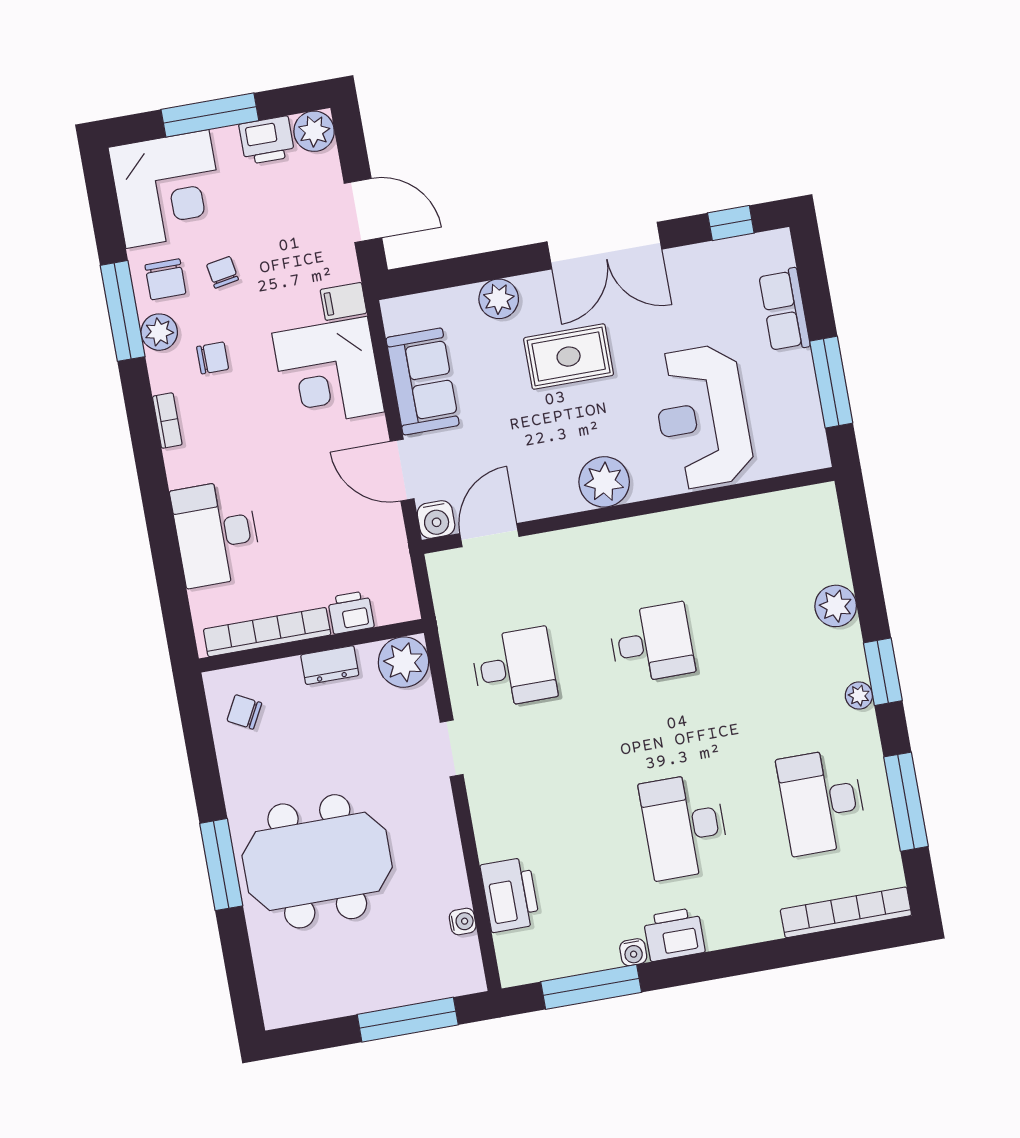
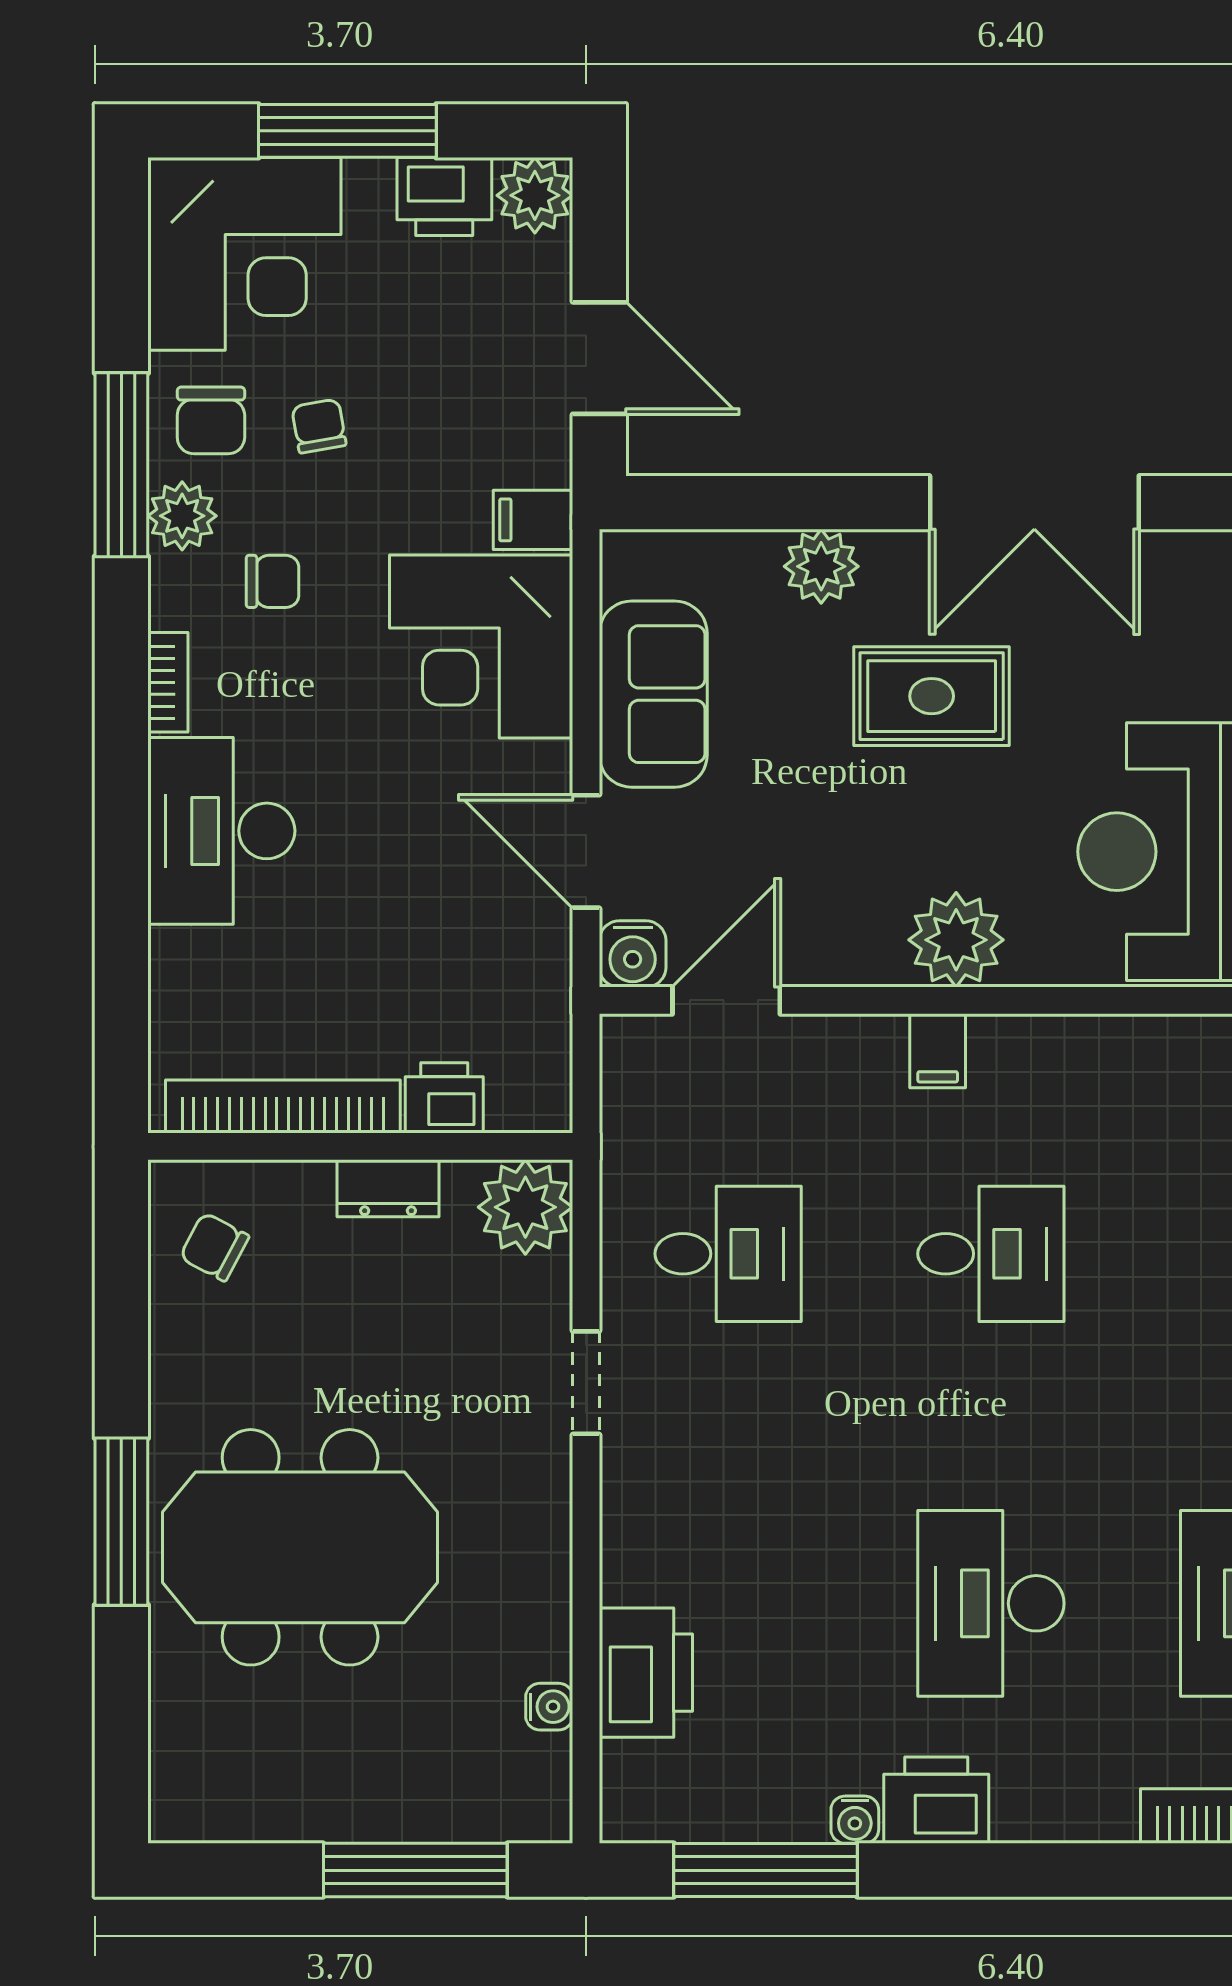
desk: (216, 533) -> (221, 831), moved
filing cabinet: (605, 542) -> (938, 1051), added

